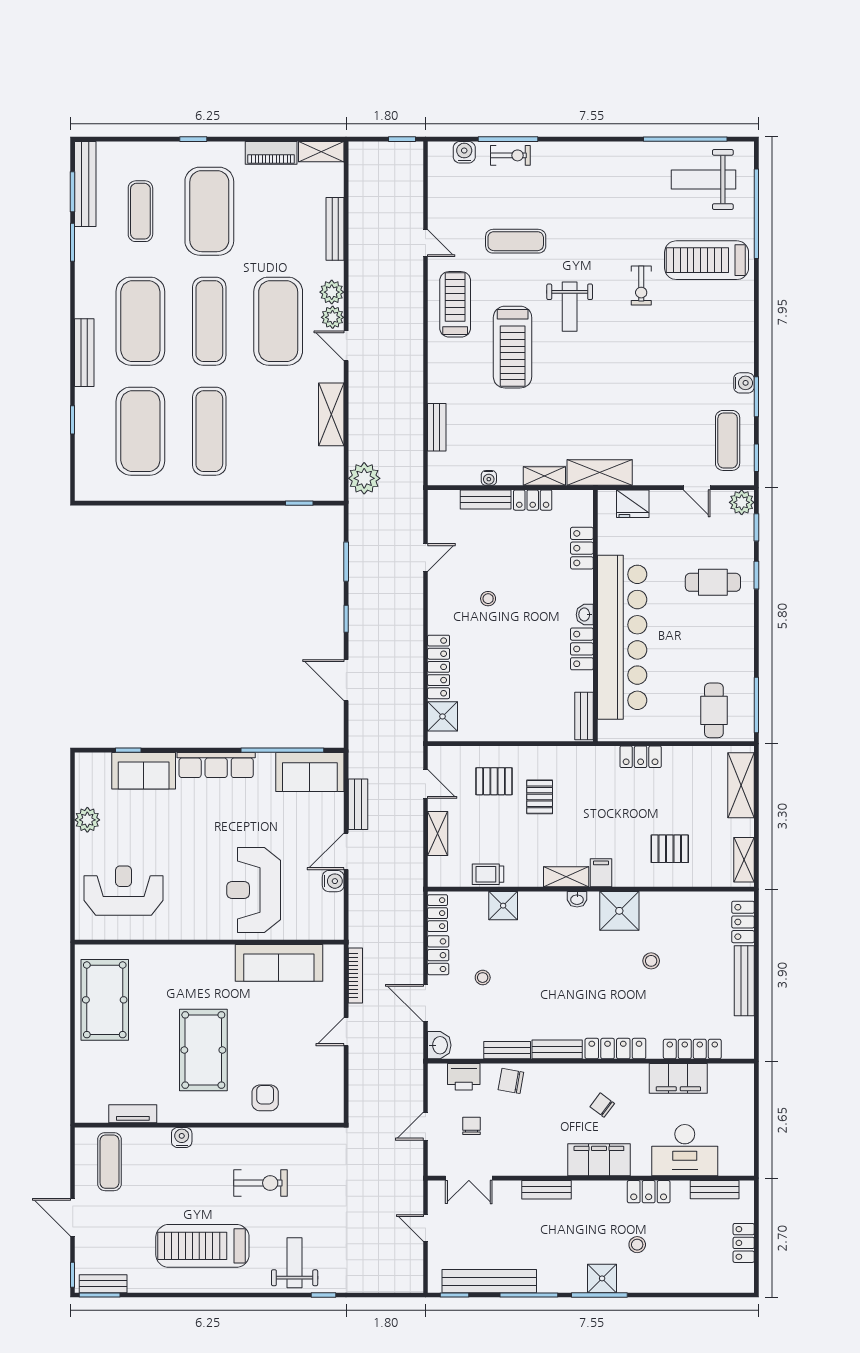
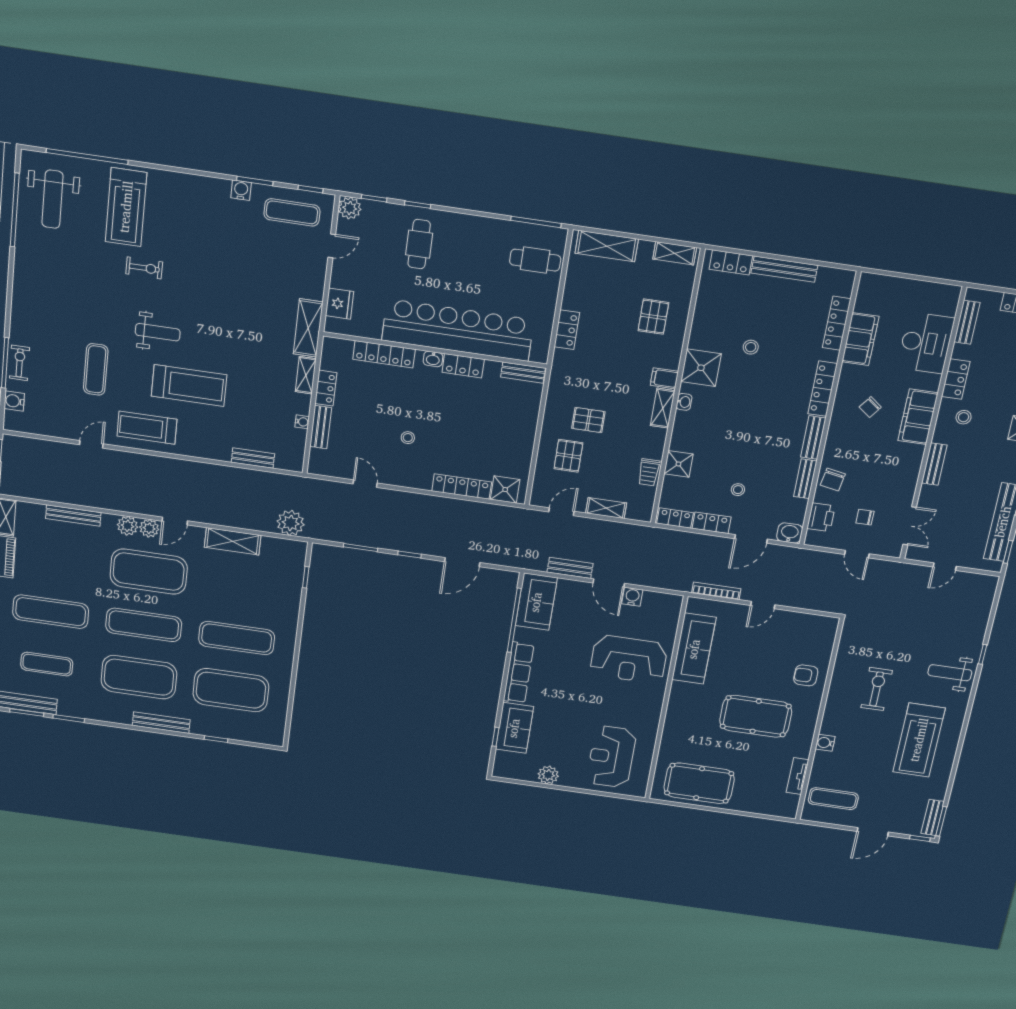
exercise mat: (209, 211) -> (51, 612), width x0.68
locker: (582, 548) -> (384, 354), width x1.53
door: (346, 1032) -> (763, 605), hinge flipped
stool: (637, 1245) -> (964, 417), moved

